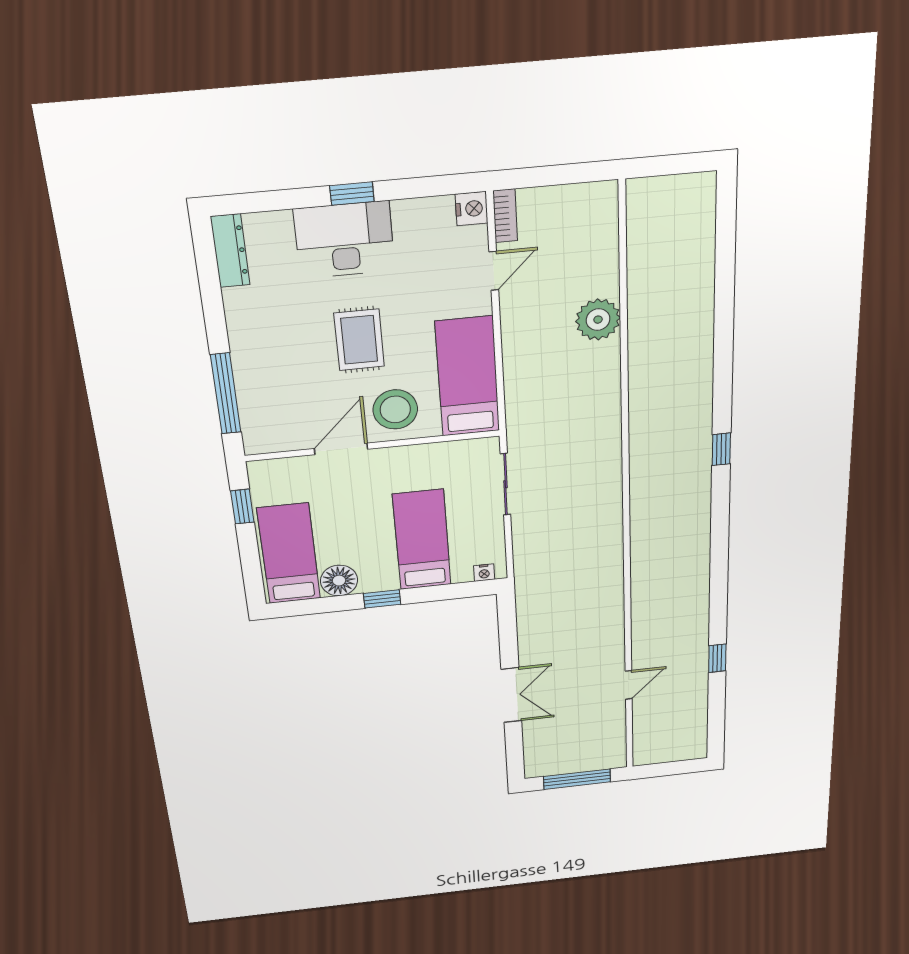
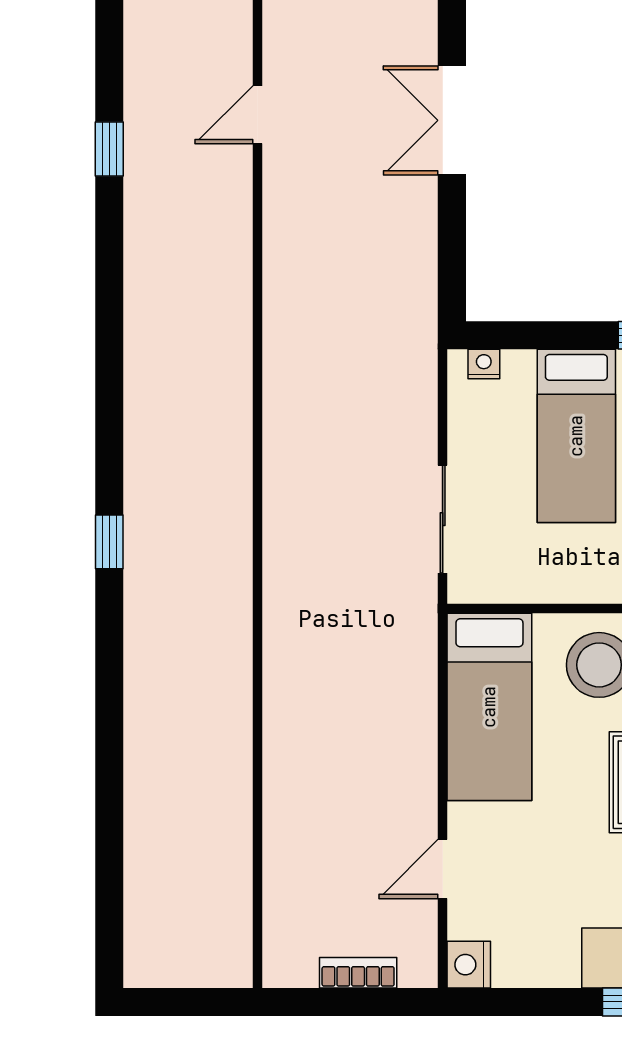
bookcase: (505, 216) -> (358, 973), moved, turned 90
plant: (598, 320) -> (295, 778), removed

